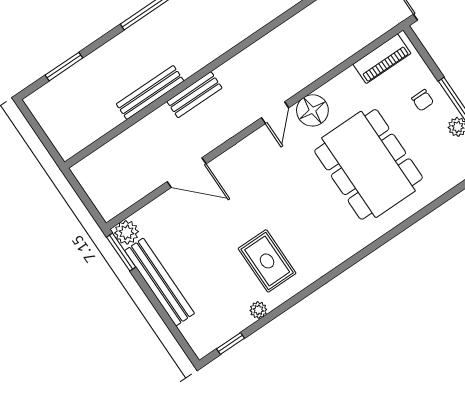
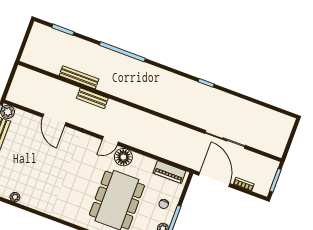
rug: (267, 261) -> (40, 185), removed

